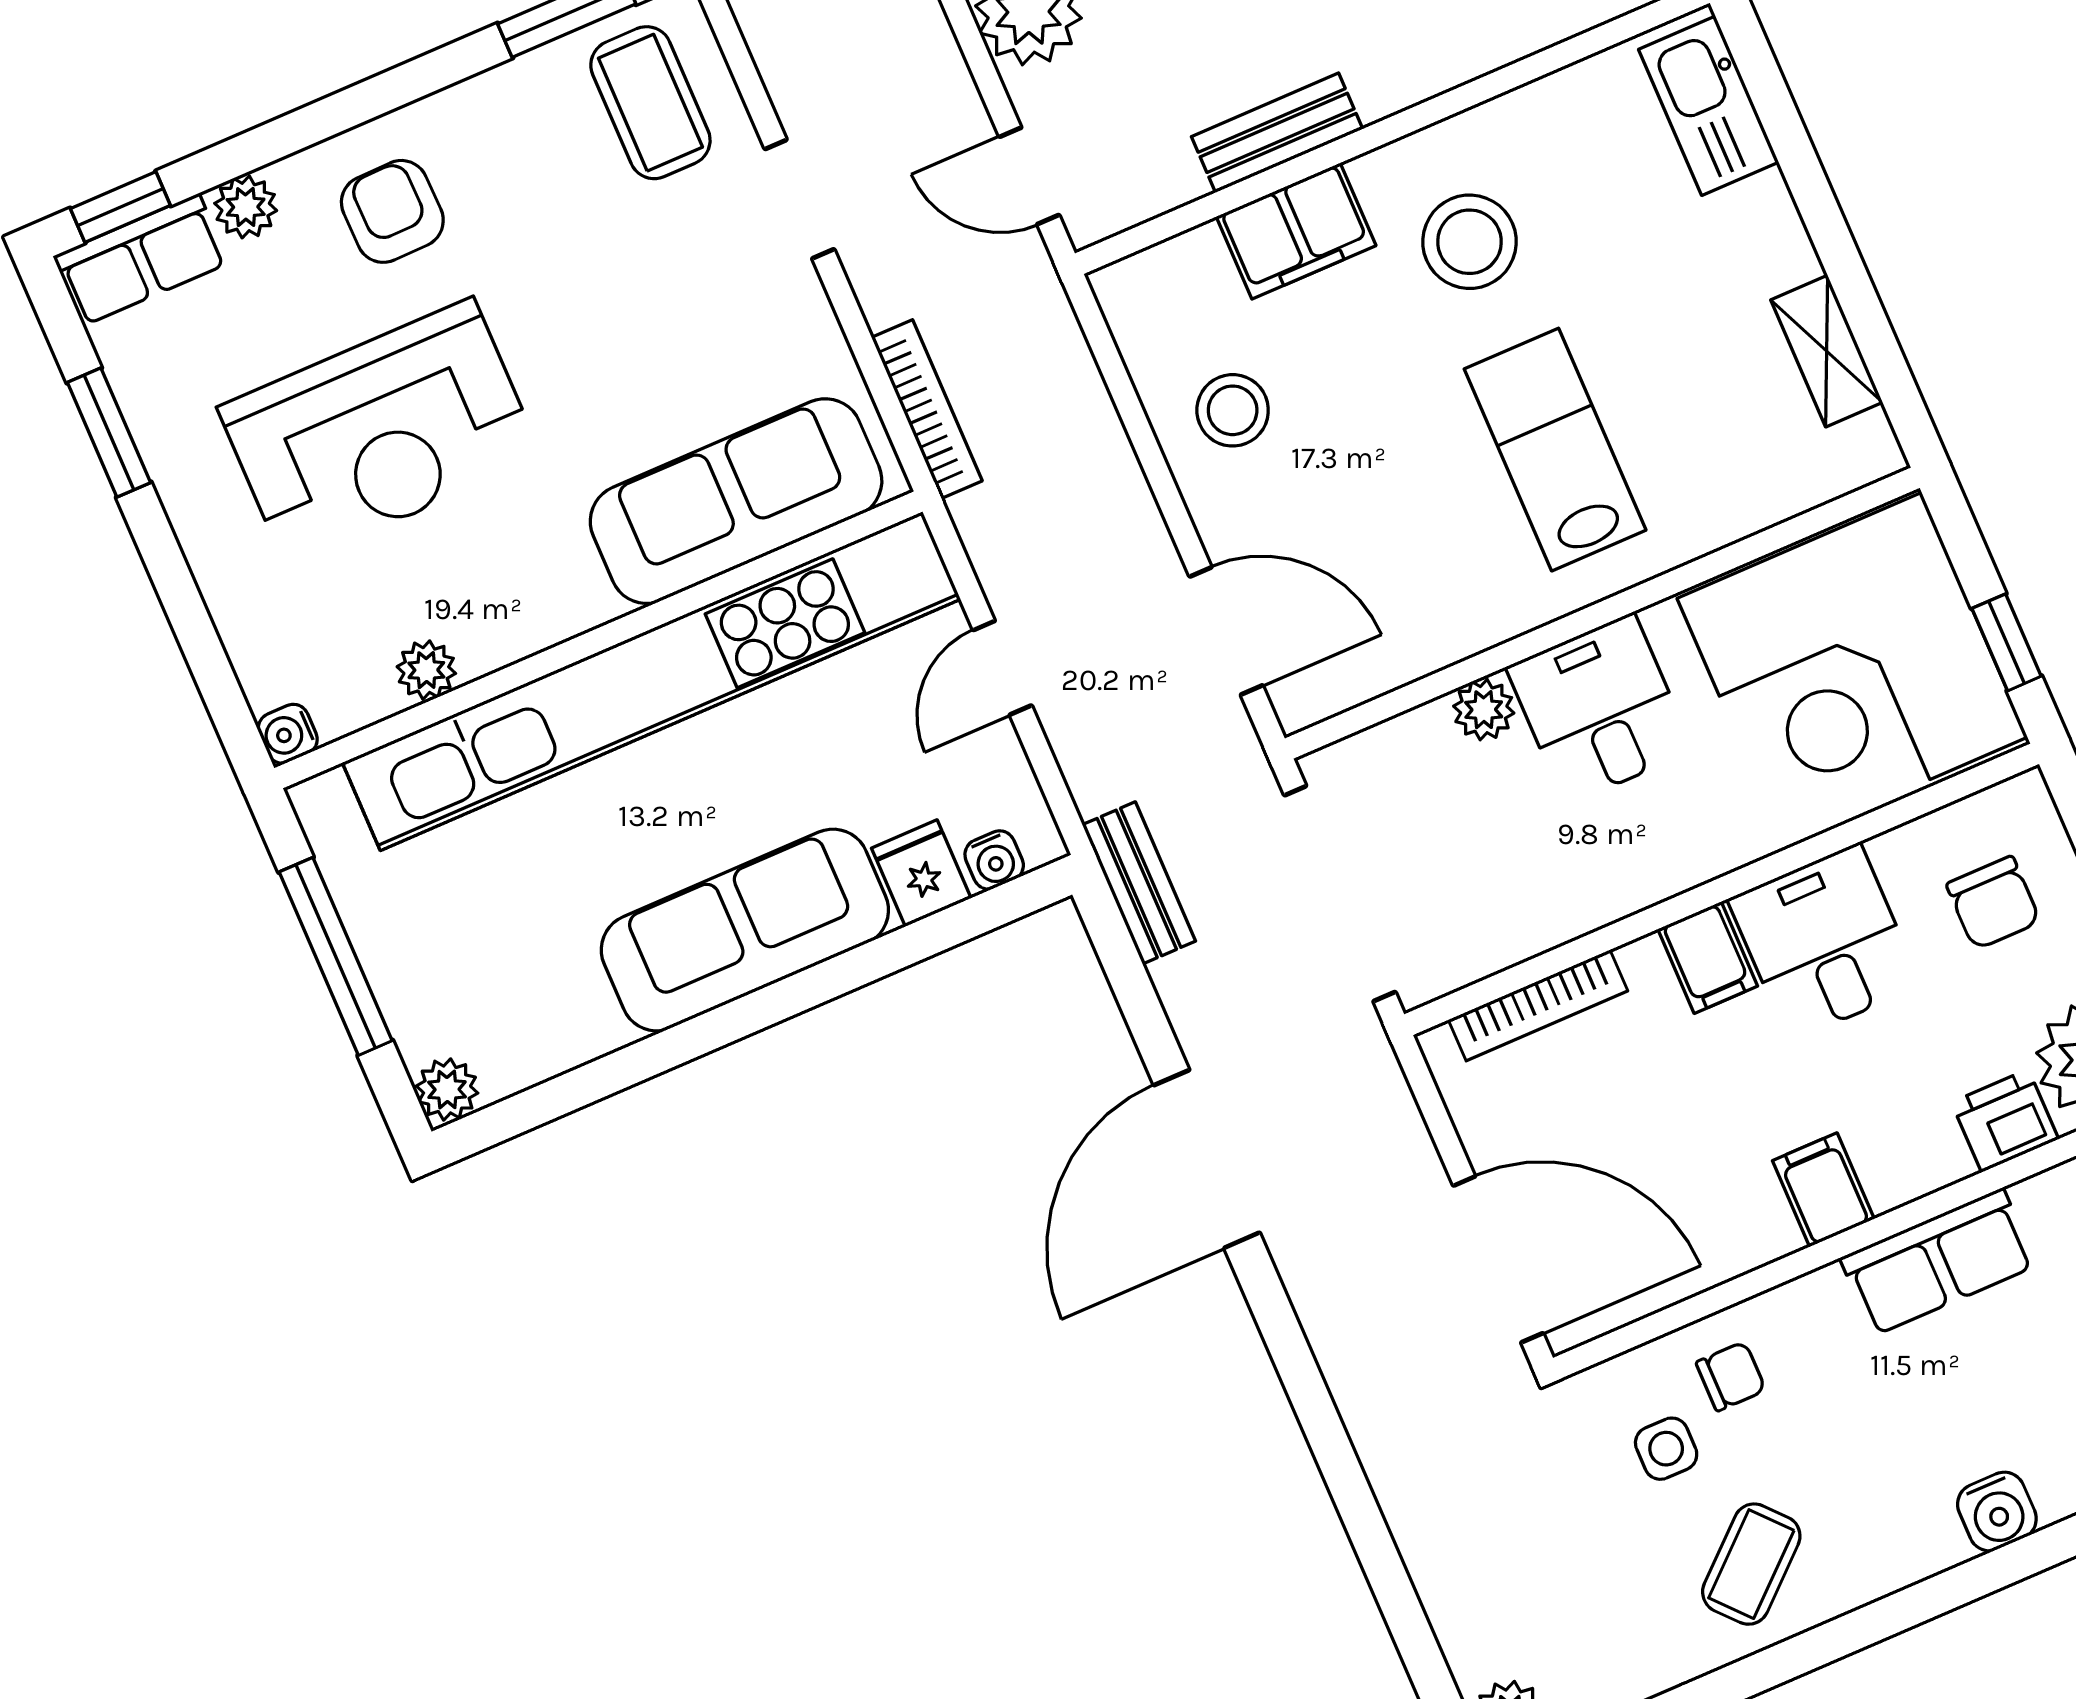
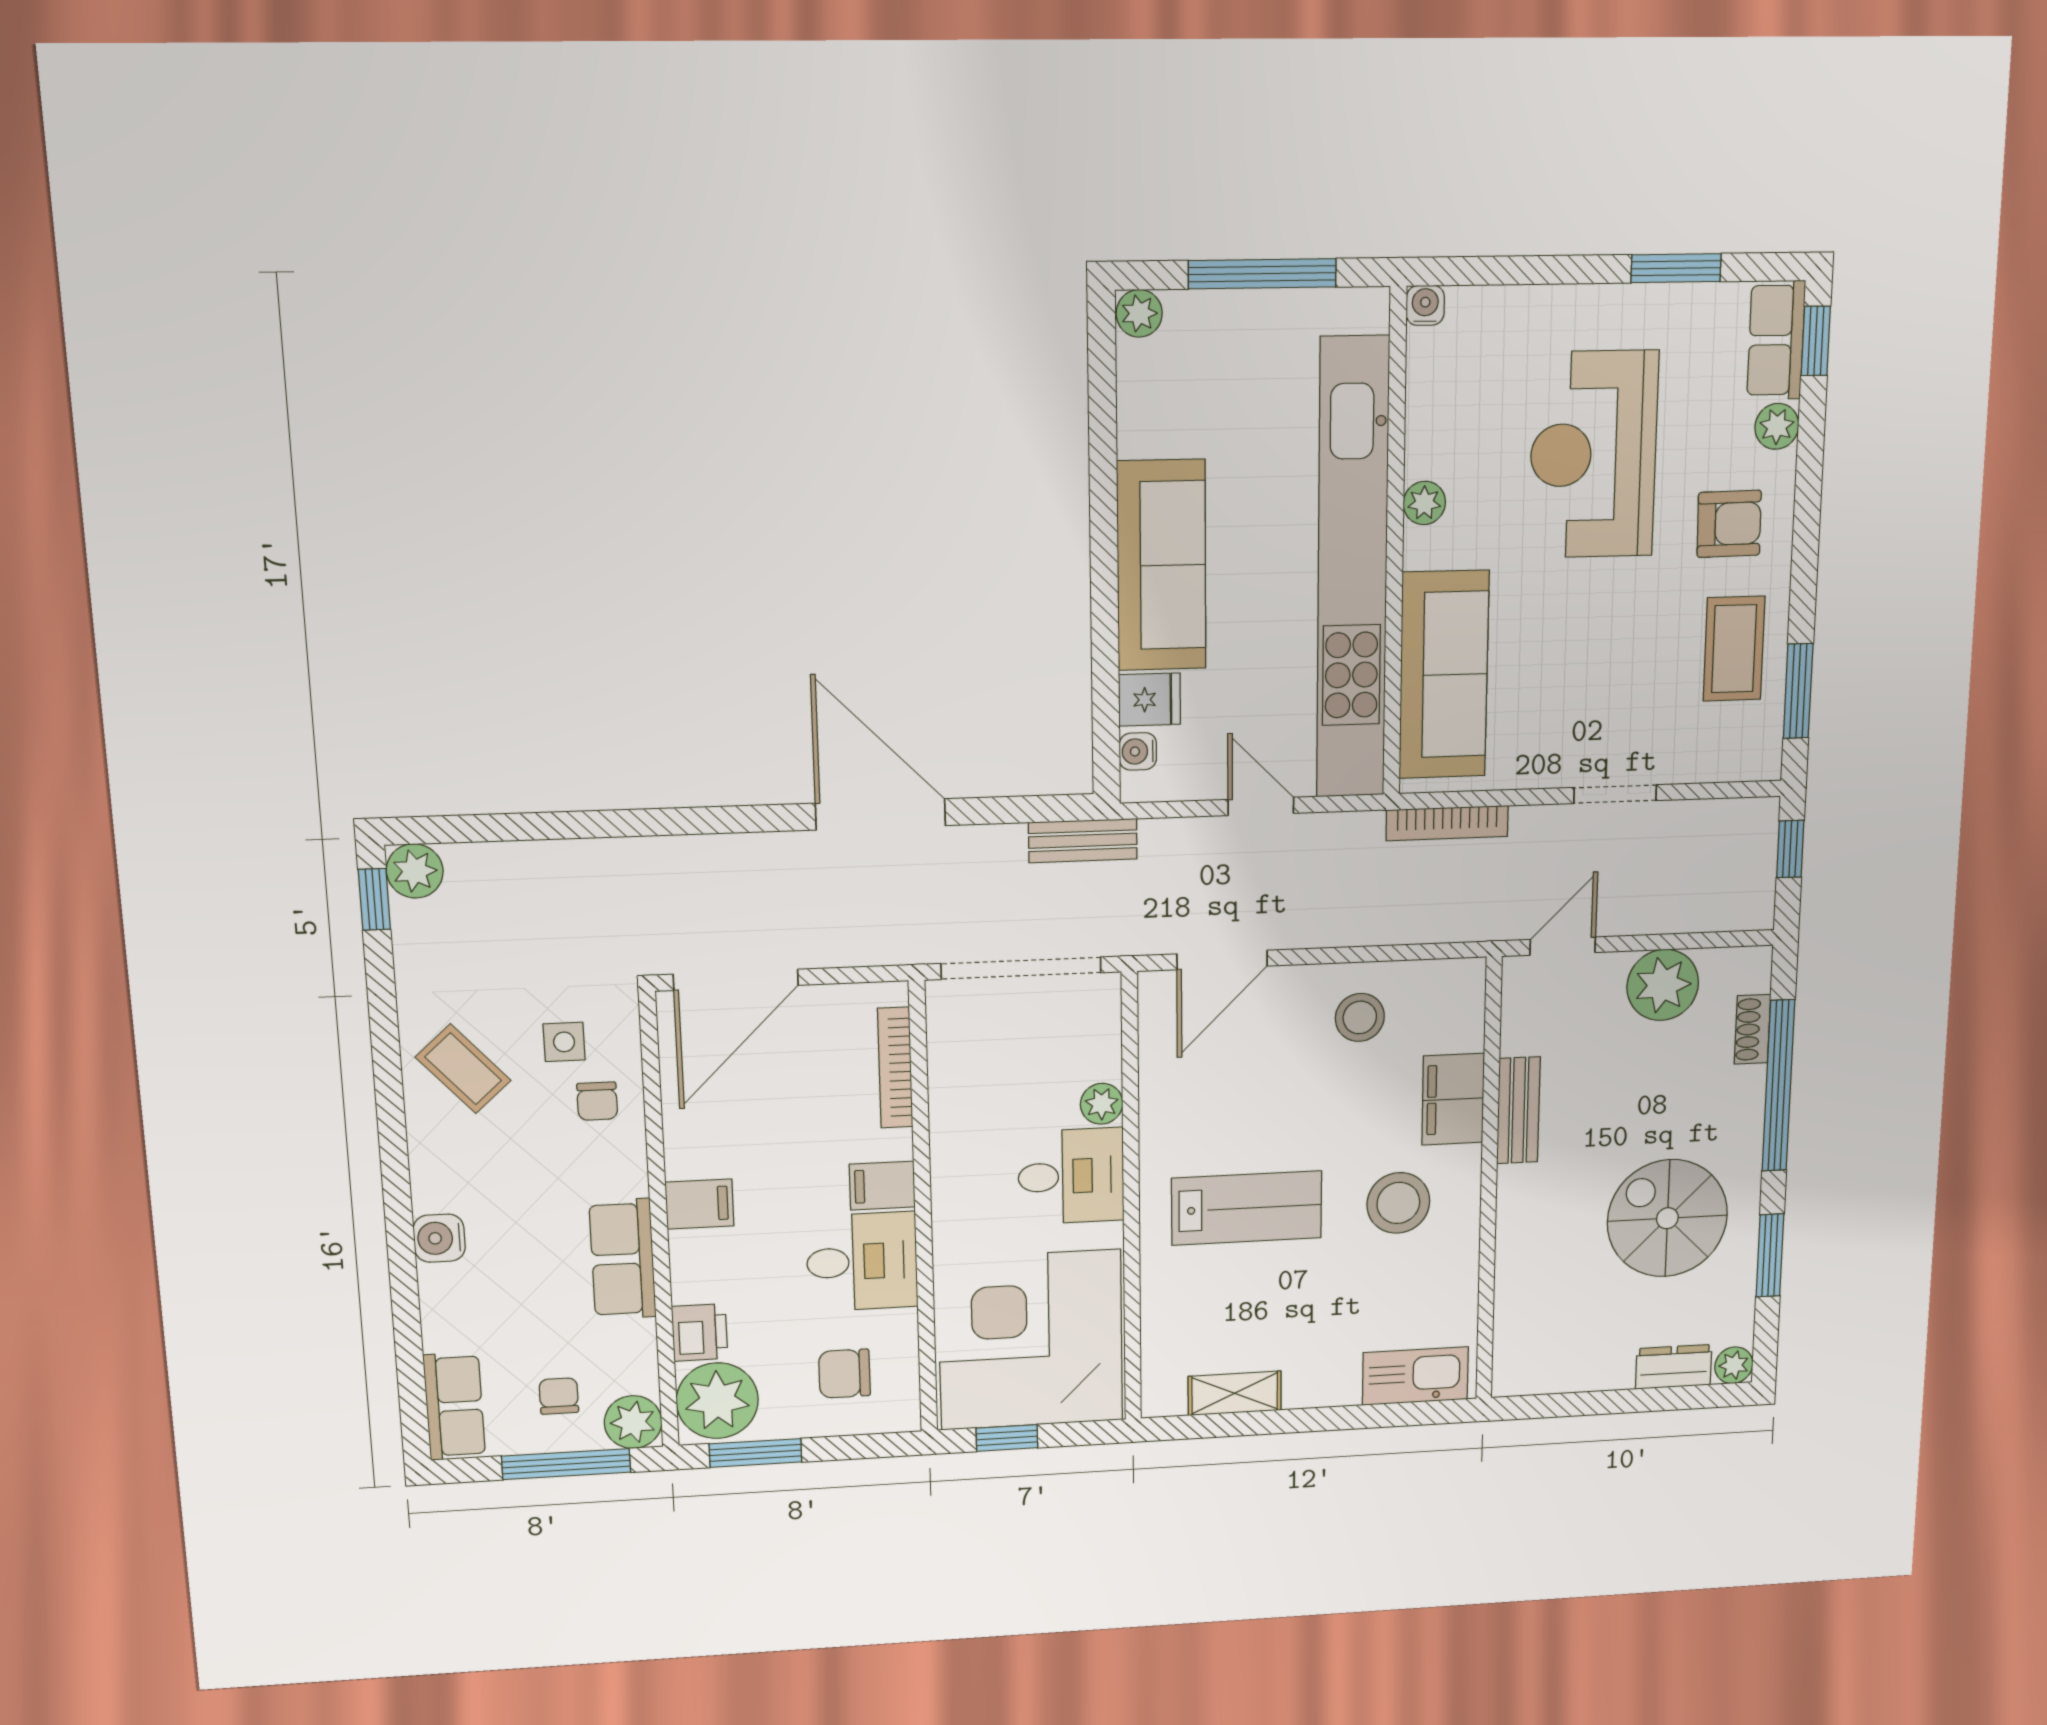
coffee table: (650, 103) -> (1734, 649), moved, turned 90
plant: (426, 670) -> (1424, 503), moved

